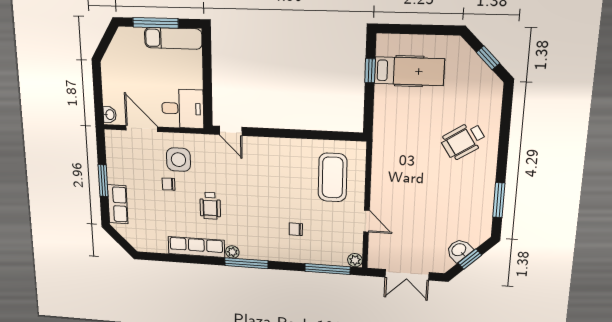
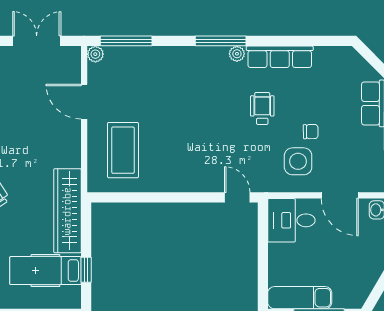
wardrobe: (386, 126) -> (67, 211), added
door: (366, 221) -> (84, 102), width x1.38
chair: (296, 229) -> (163, 87), removed

